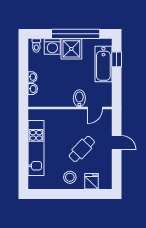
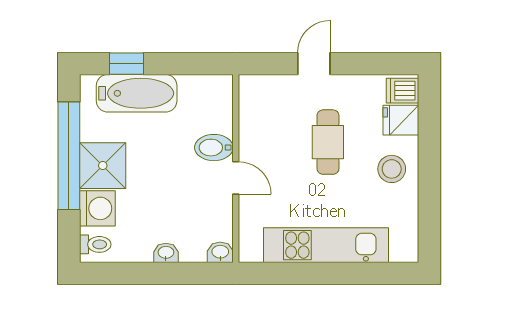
washbasin: (33, 89) -> (220, 252), moved
door: (95, 108) -> (236, 178), moved
cafe table: (82, 149) -> (328, 142), turned 46
dishwasher: (105, 182) -> (403, 91), added

